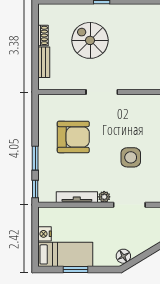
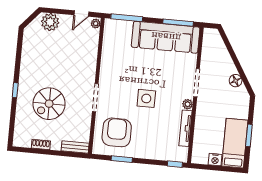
bench: (44, 62) -> (75, 147), moved
armchair: (73, 137) -> (117, 132), moved
side table: (131, 157) -> (146, 98), moved
window: (35, 158) -> (122, 159), moved
floor lamp: (123, 256) -> (236, 81), moved

